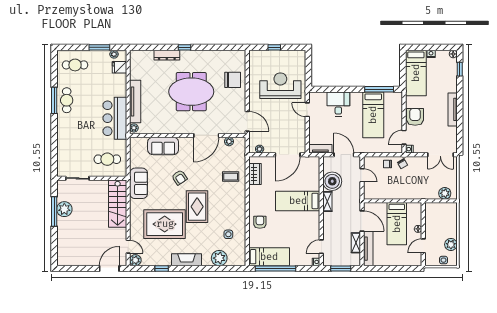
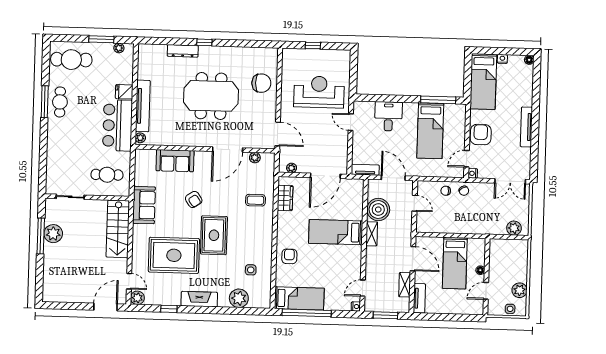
cafe table: (75, 65) -> (71, 60), width x1.37, depth x1.35
fridge: (119, 67) -> (124, 92), moved
window: (460, 69) -> (537, 78), removed
tv unit: (368, 249) -> (419, 298), width x0.71

